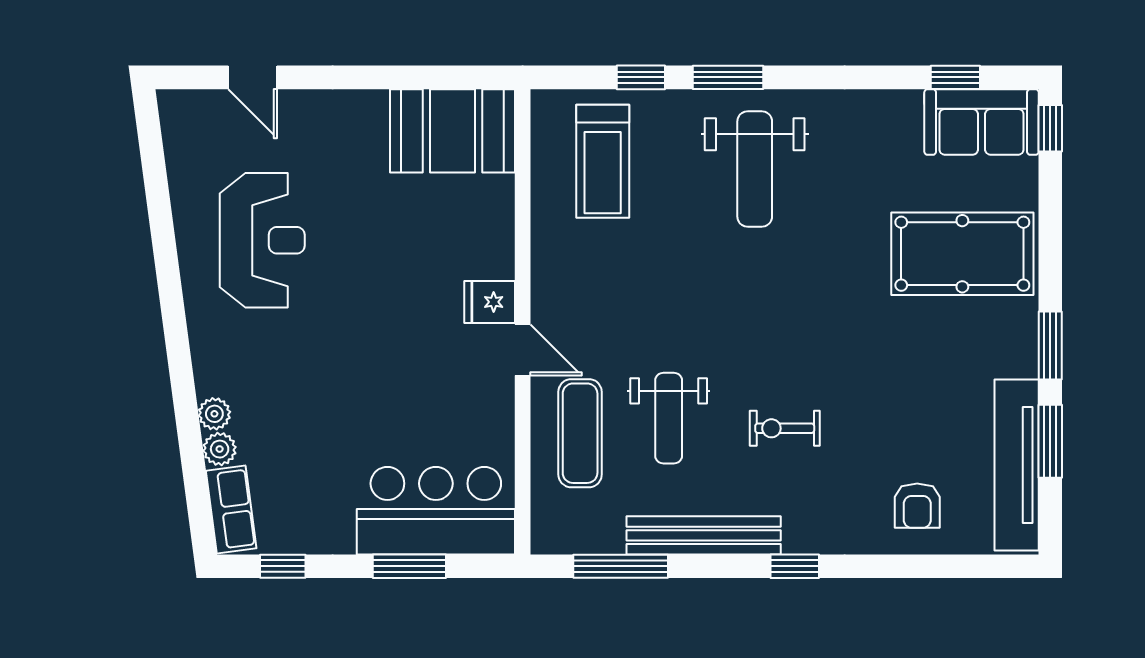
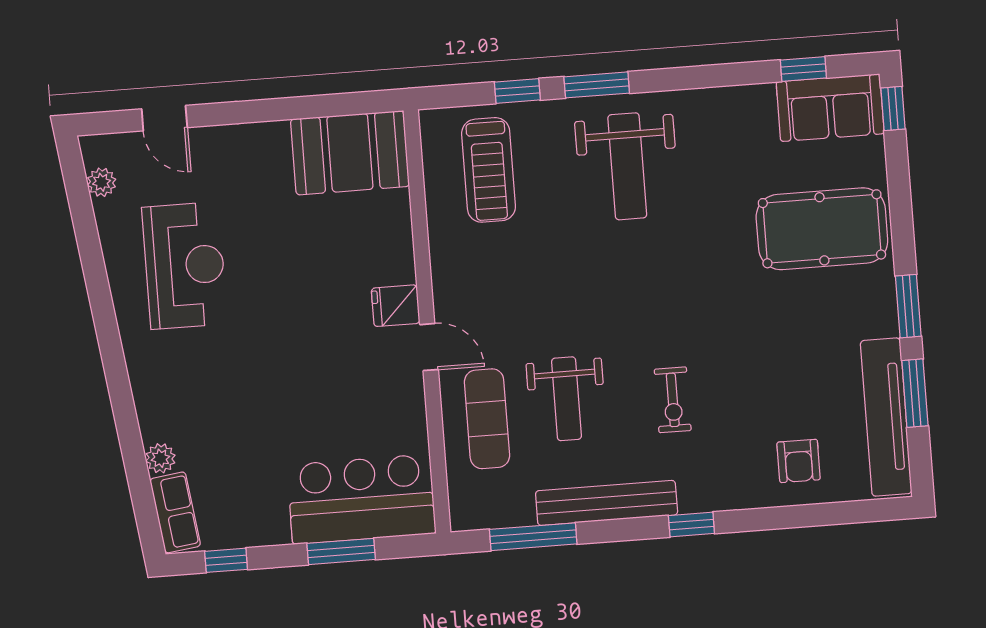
plant: (214, 414) -> (102, 182), moved
exercise bike: (785, 428) -> (673, 400), turned -90

